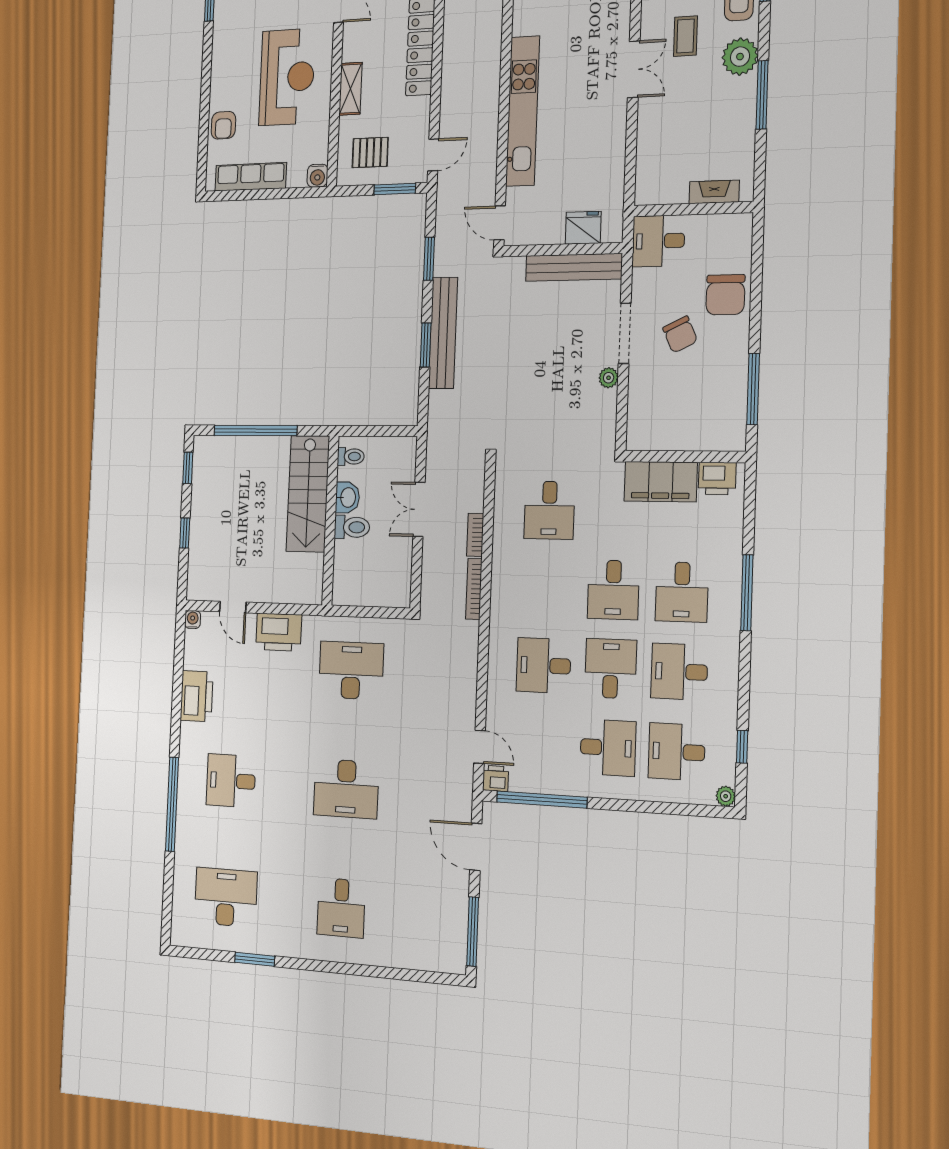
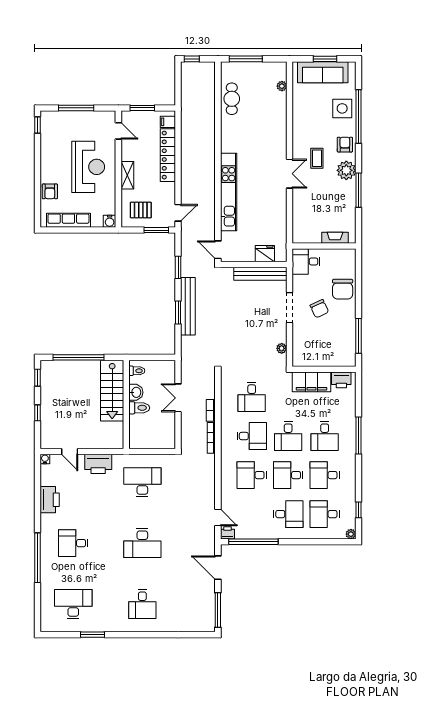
plant: (609, 378) -> (282, 348), moved
desk: (546, 588) -> (252, 436), added
desk: (611, 669) -> (288, 475), turned -90

